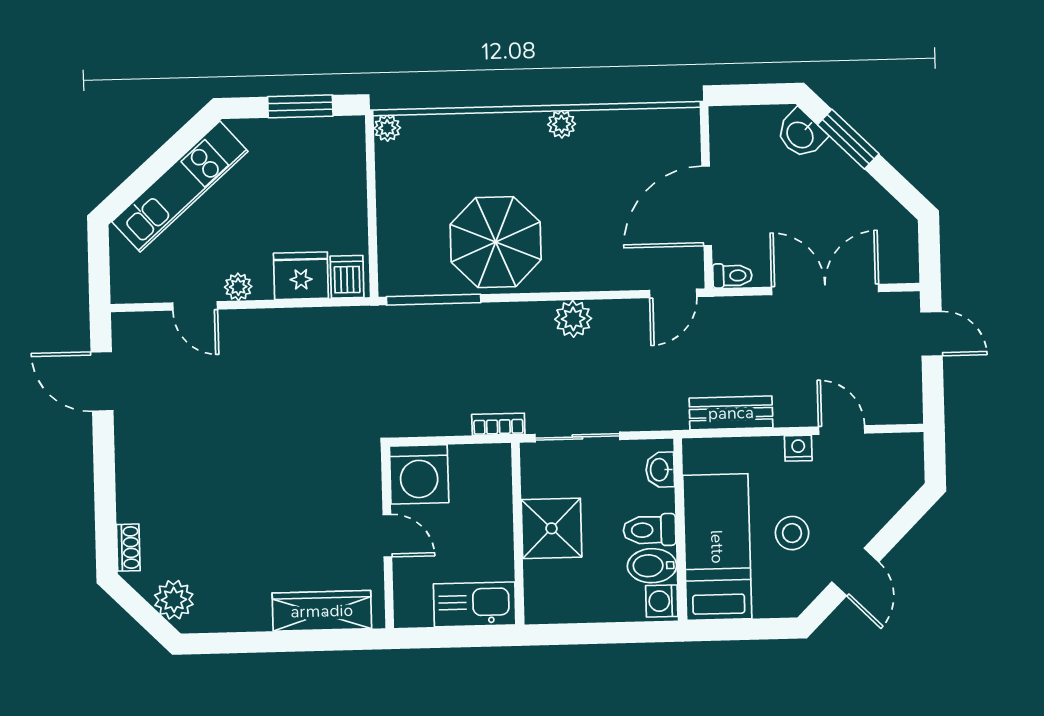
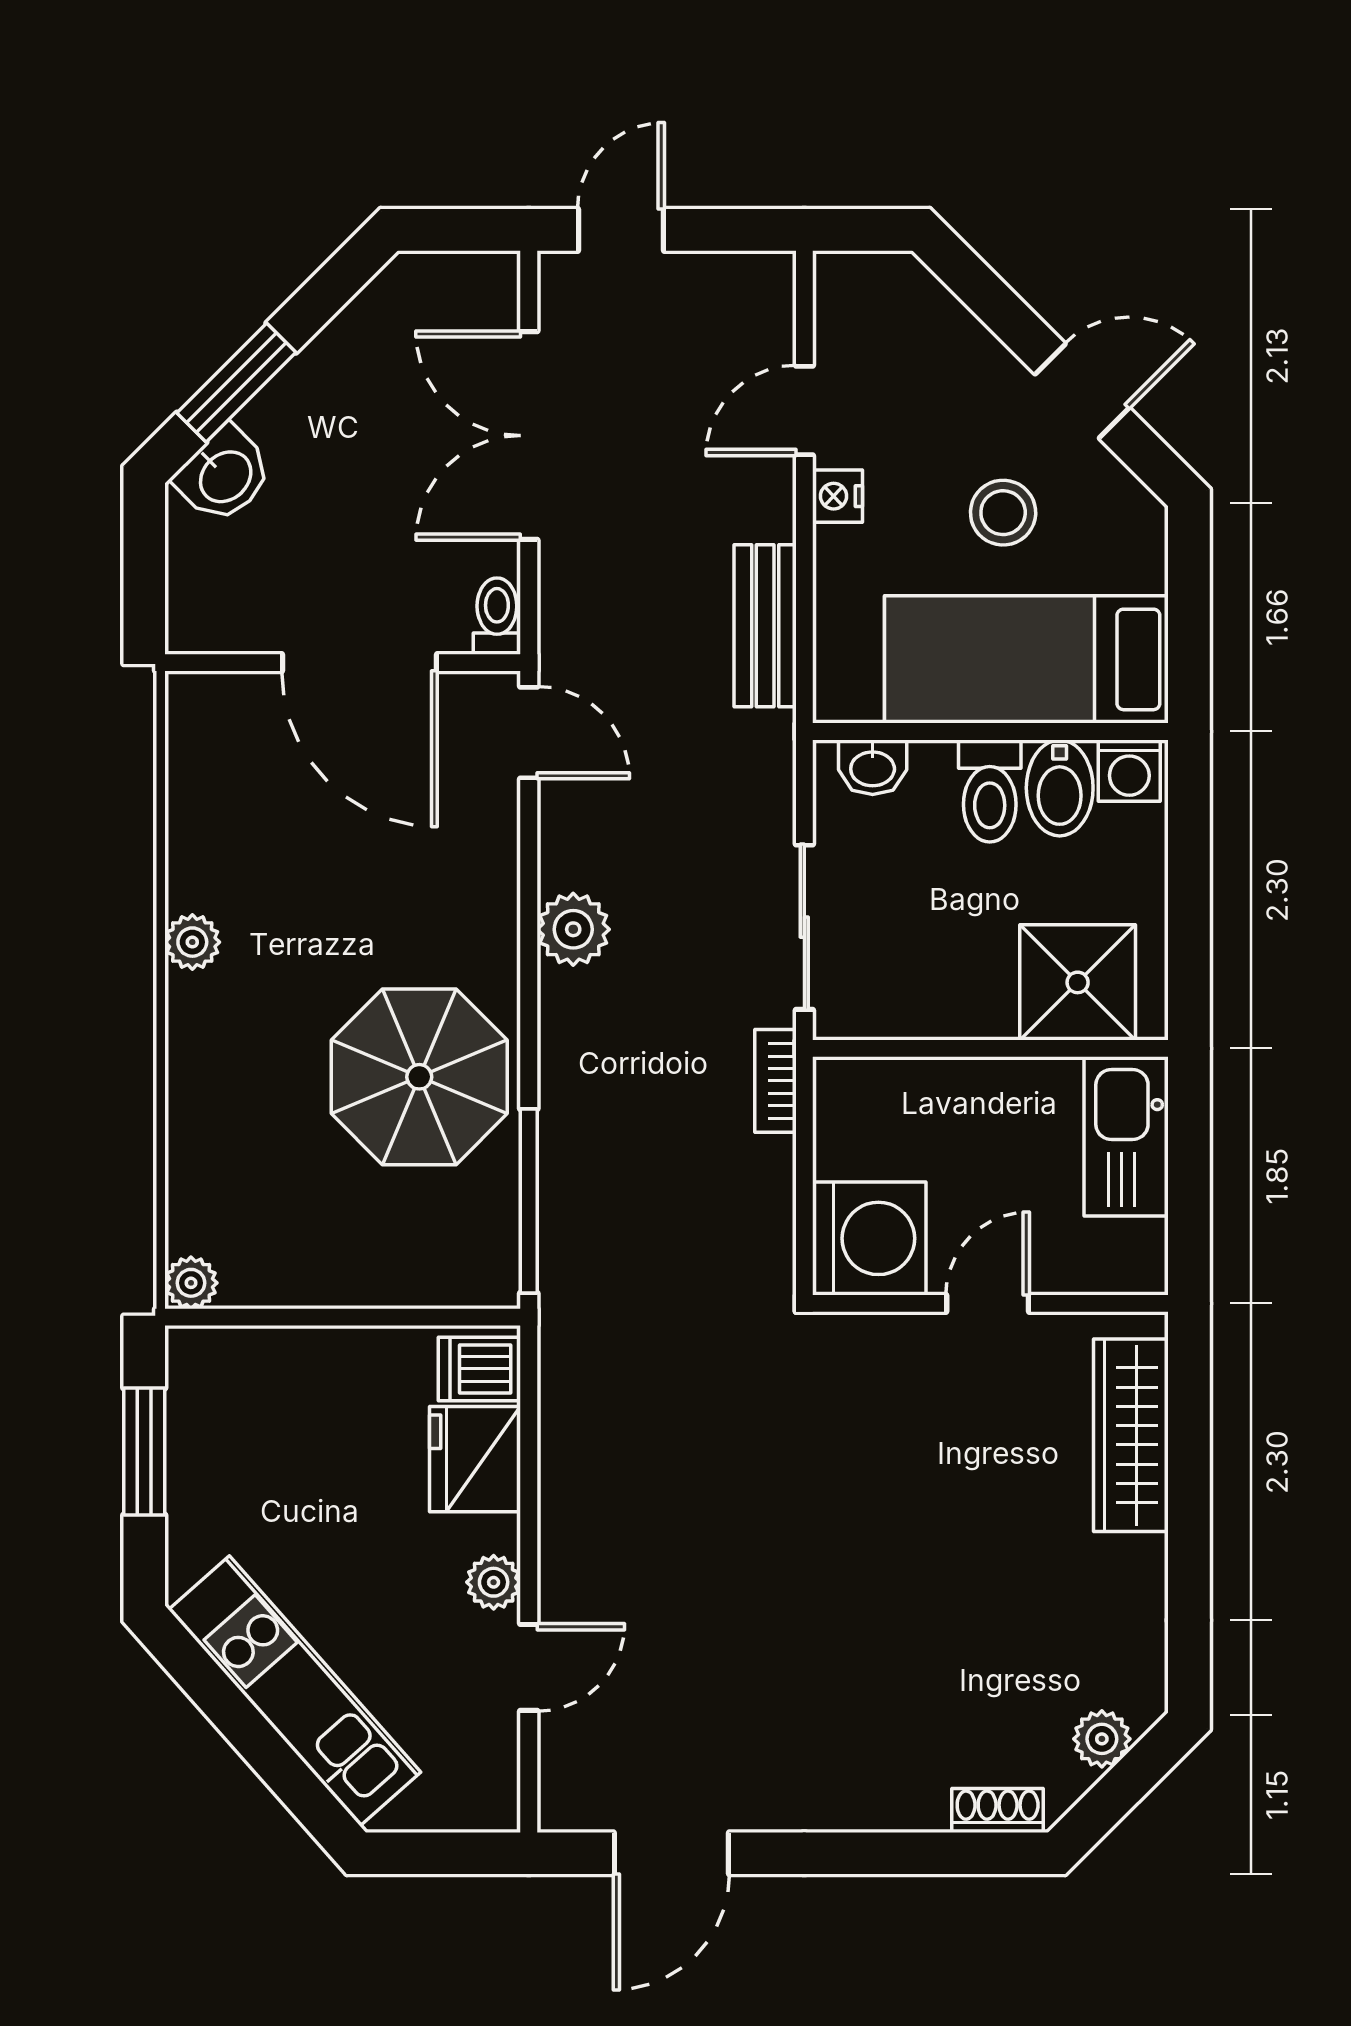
shower: (551, 528) -> (1078, 982), moved
plant: (174, 600) -> (1102, 1739), width x0.73, depth x0.73

